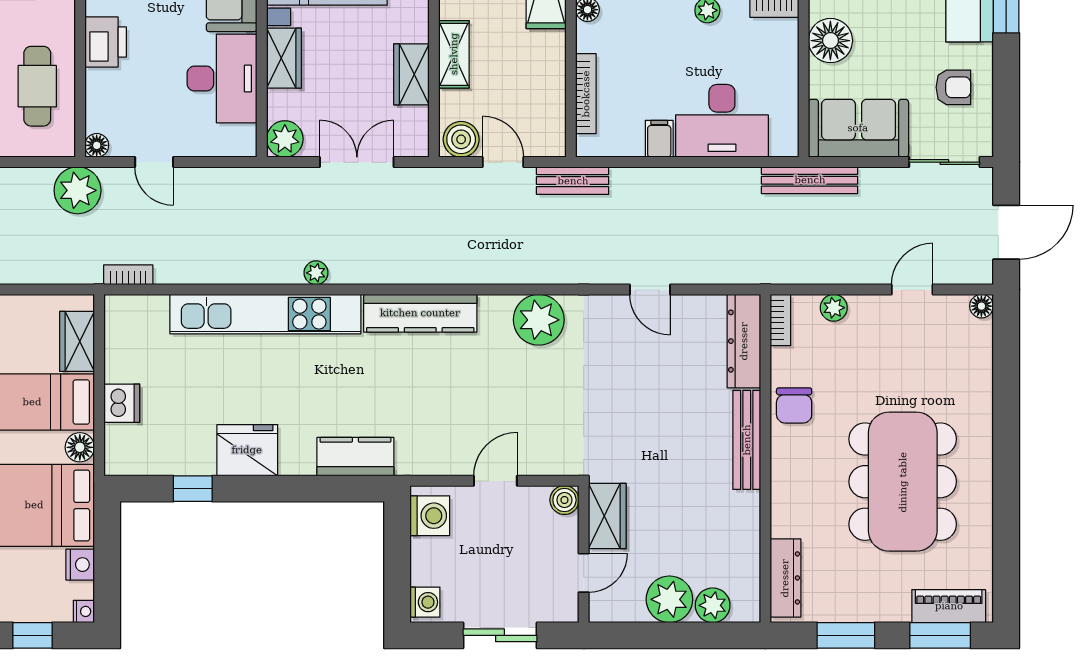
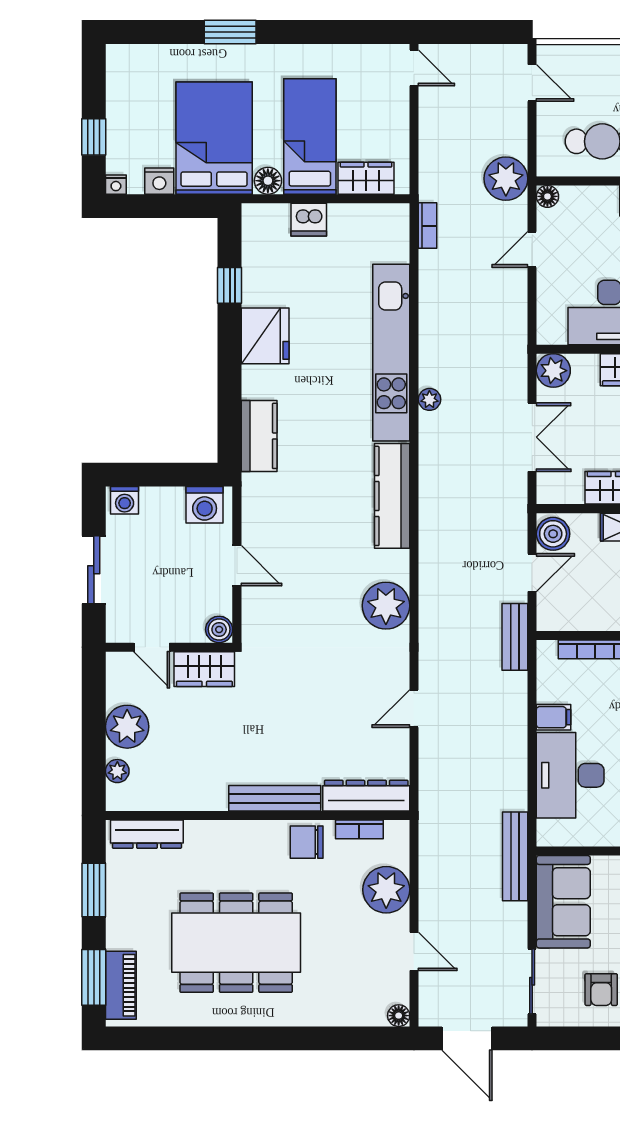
plant: (834, 308) -> (386, 890), width x1.87, depth x1.87
bookcase: (780, 320) -> (359, 829), moved
plant: (713, 605) -> (117, 771), width x0.73, depth x0.73

